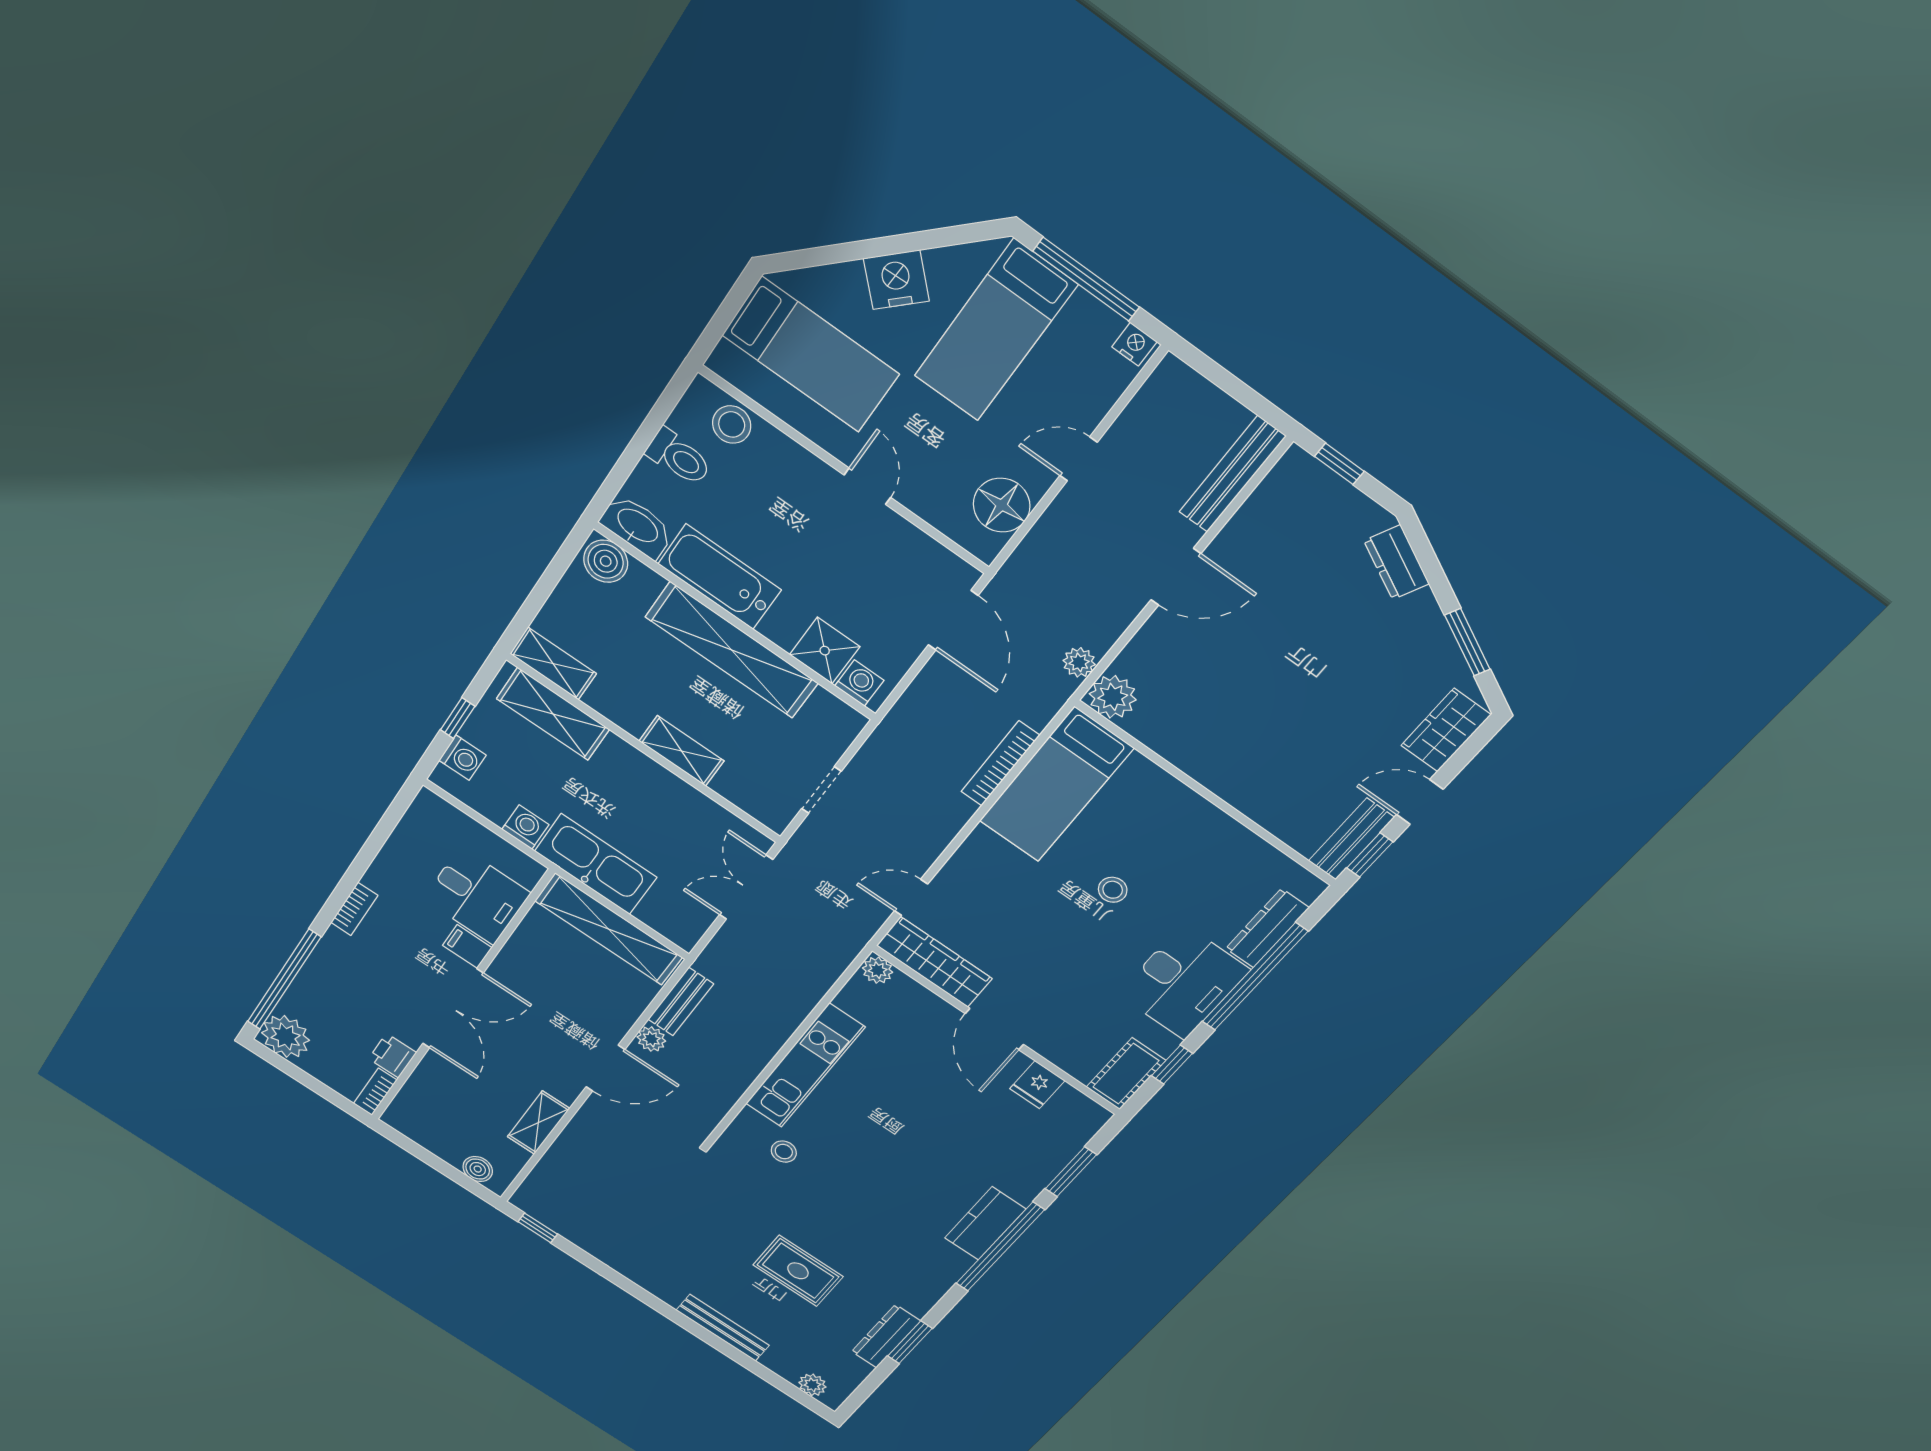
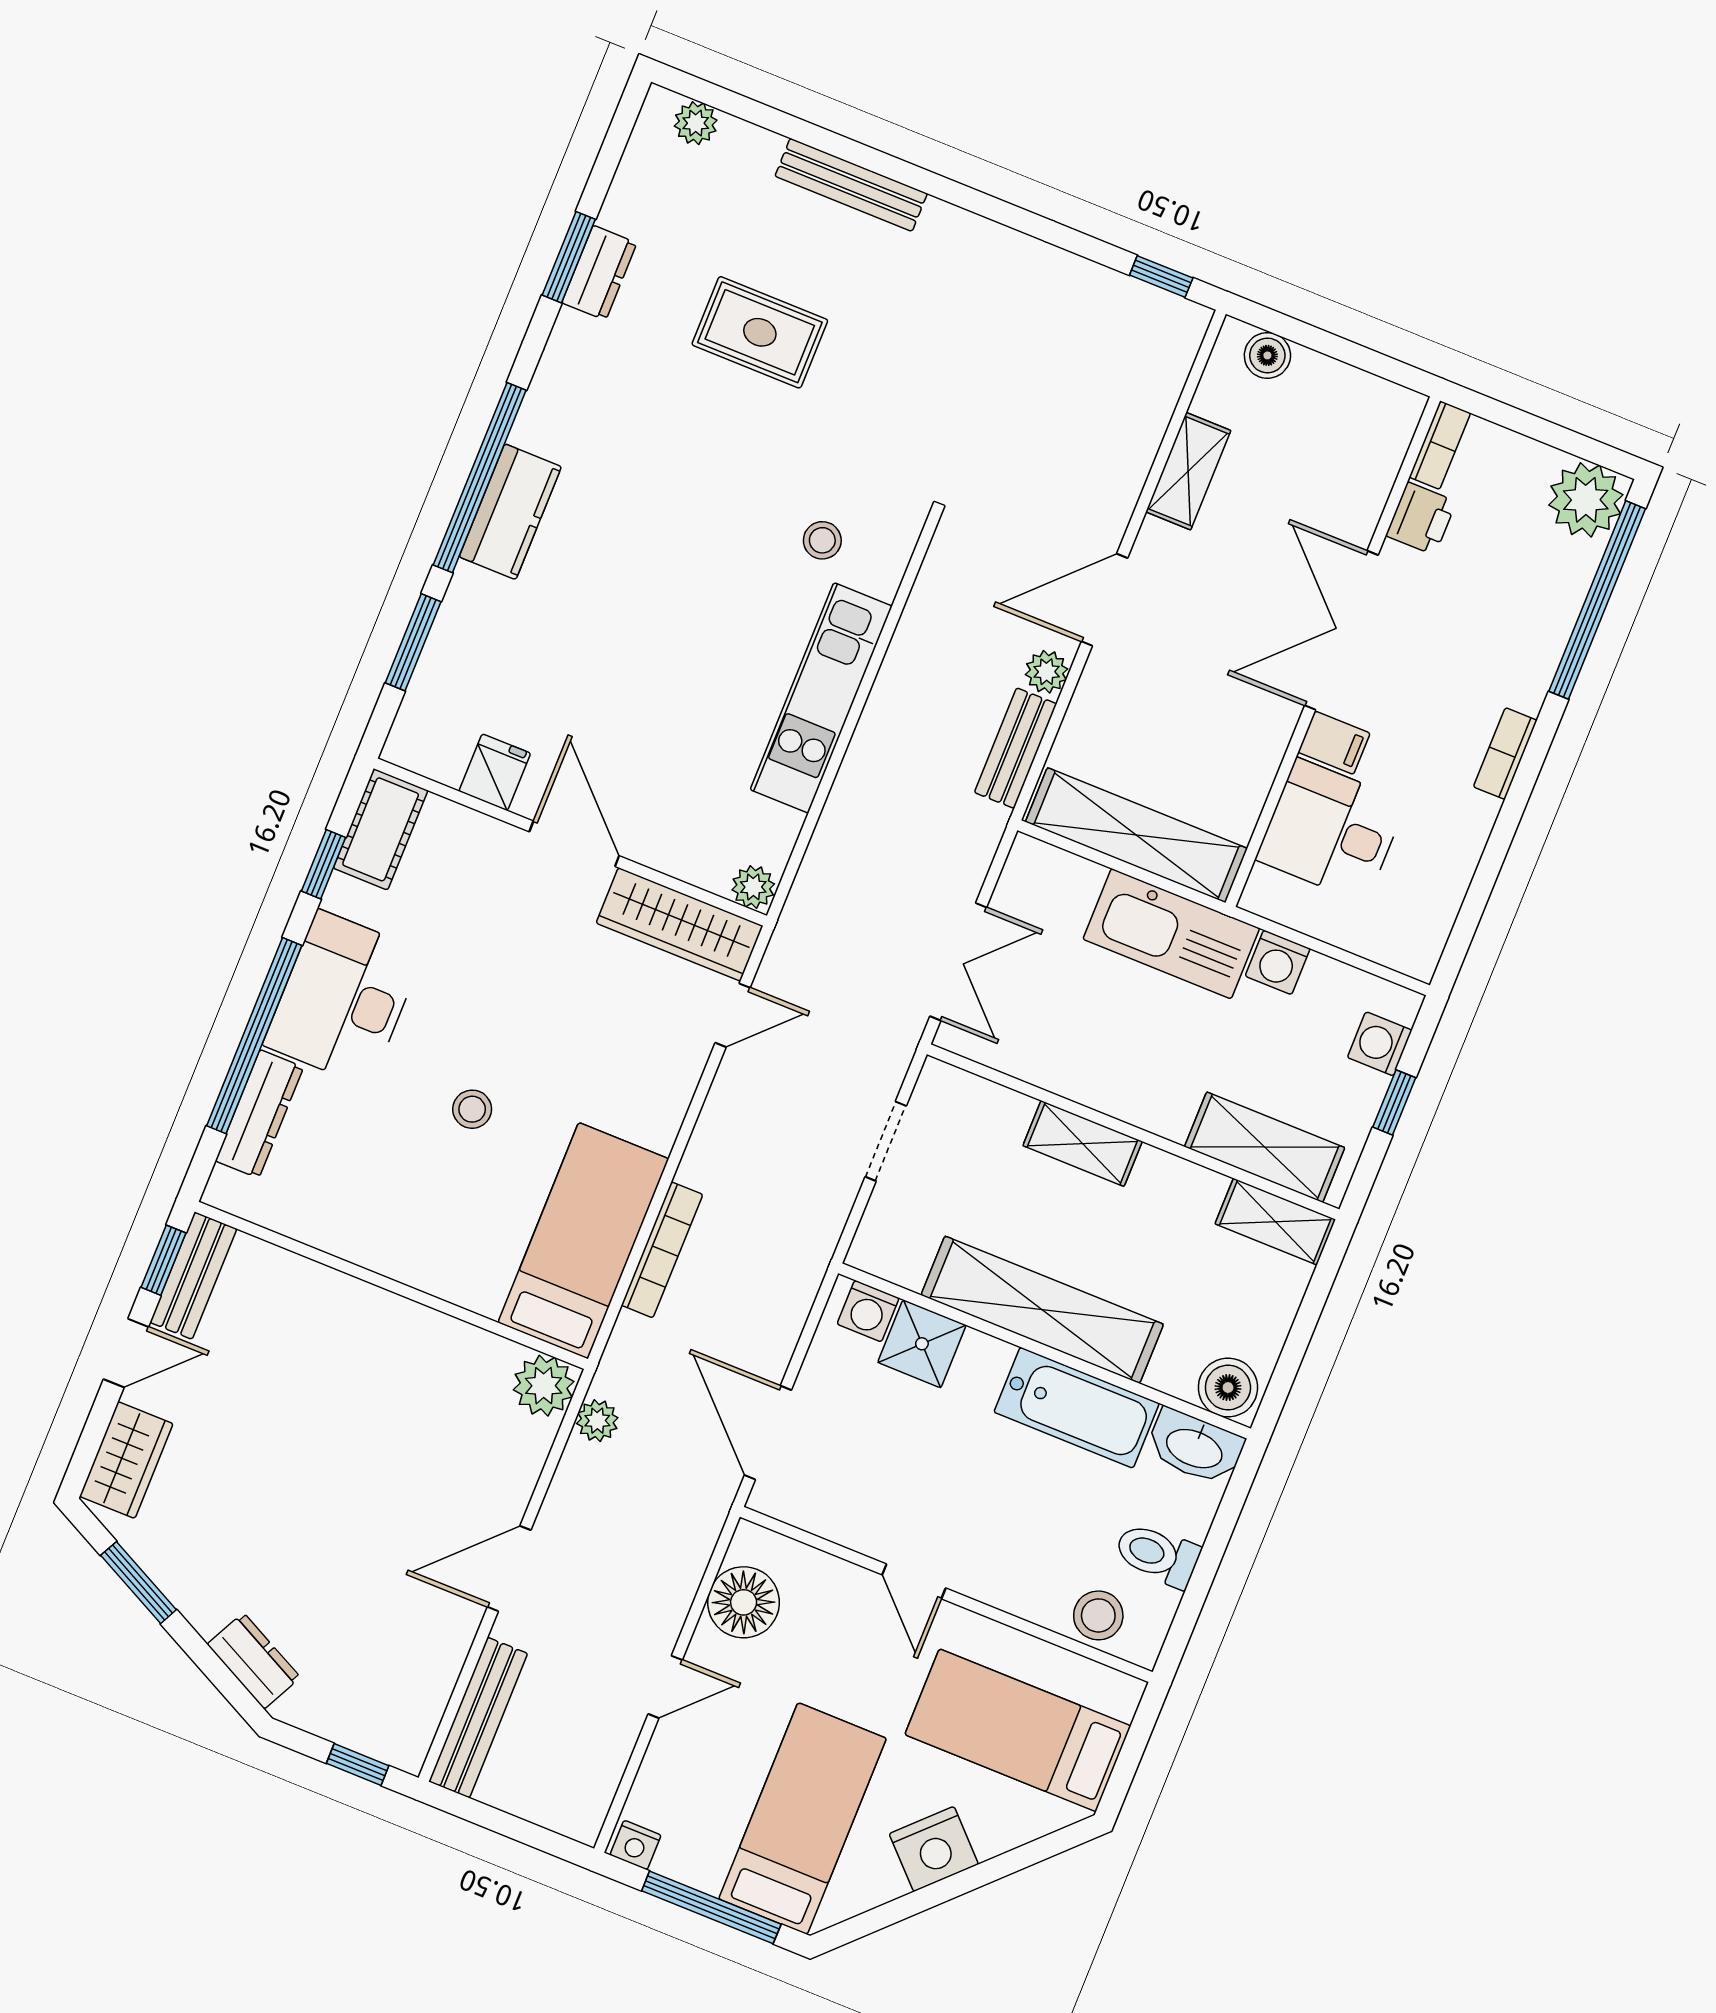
dresser: (886, 1336) -> (599, 273), width x0.70

